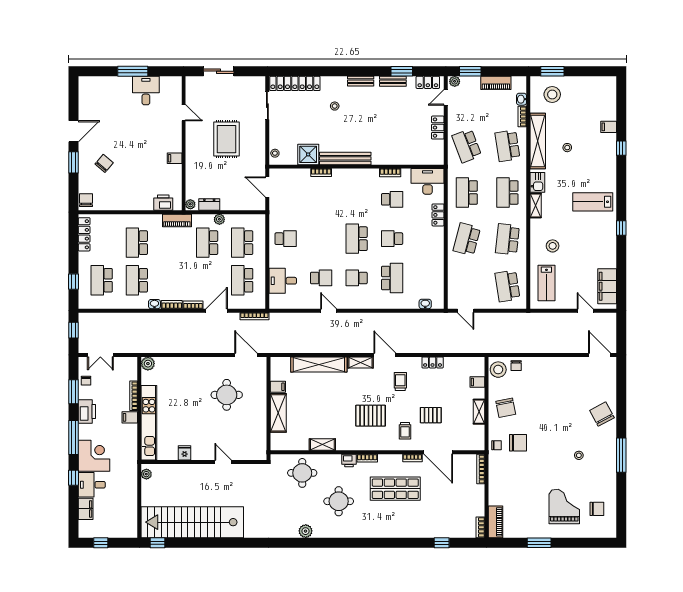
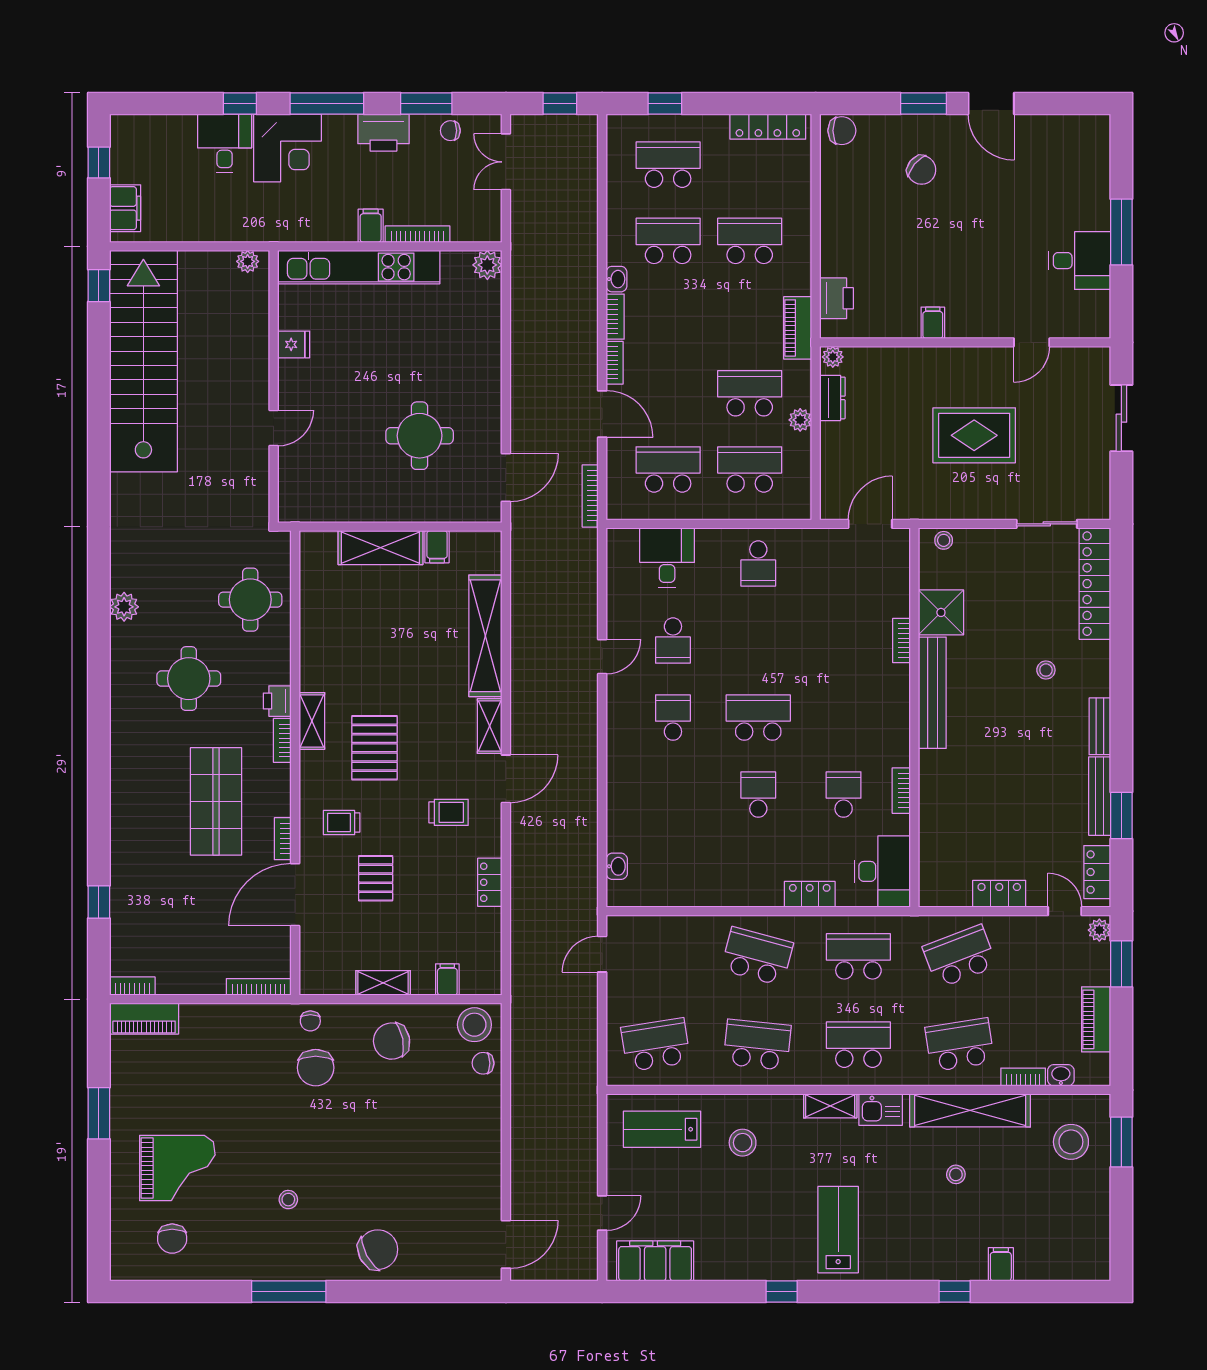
bench: (393, 81) -> (1100, 796), width x1.36
school desk: (392, 199) -> (844, 795), turned 180
school desk: (392, 278) -> (673, 795), removed
shelving: (322, 444) -> (312, 721), moved
filing cabinet: (86, 509) -> (125, 208), moved, turned -90

